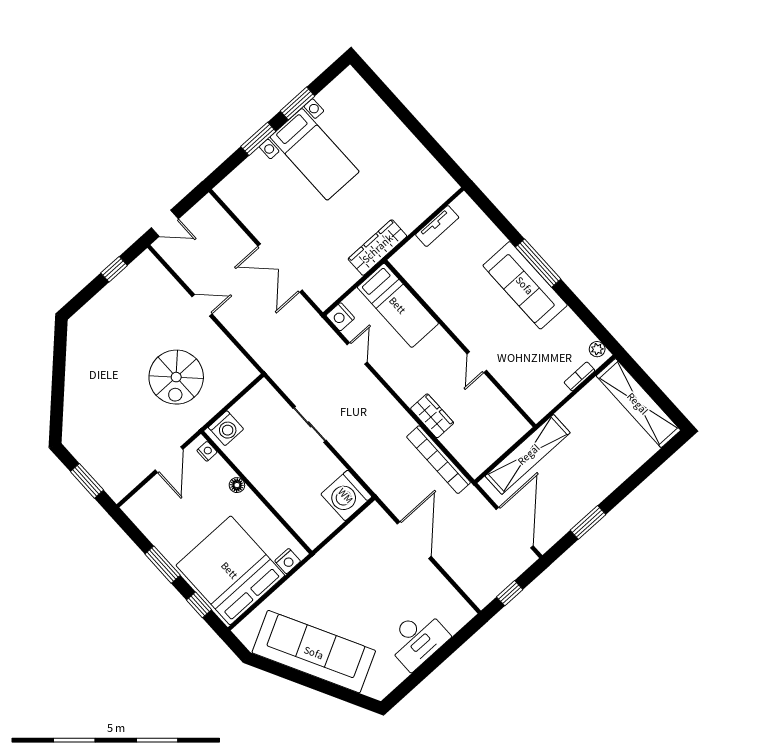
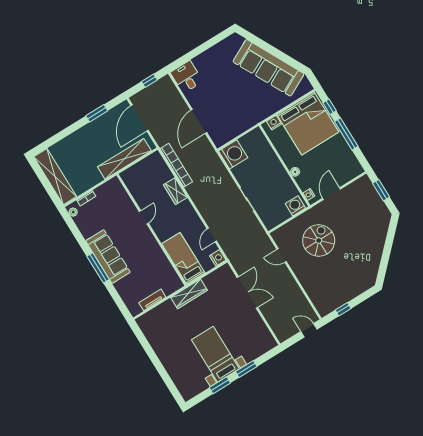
door: (202, 305) -> (282, 255), moved
window: (163, 565) -> (346, 134), width x1.44
desk: (417, 639) -> (187, 77), moved, width x0.73

